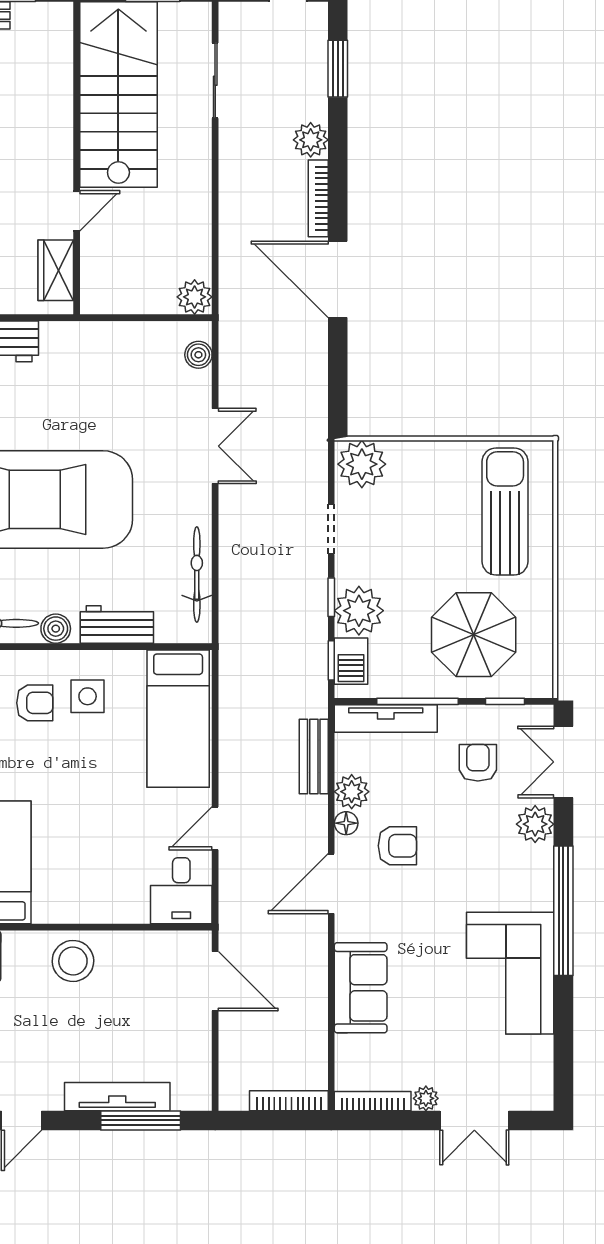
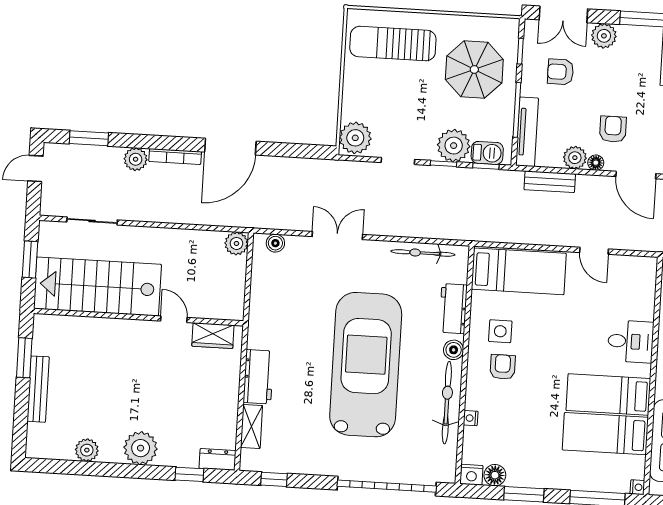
desk: (181, 891) -> (631, 341), moved

